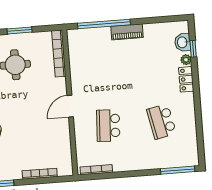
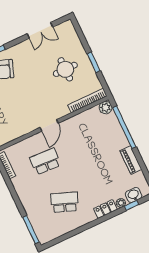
piano: (127, 32) -> (131, 160), moved
plant: (74, 36) -> (106, 108), added
door: (70, 106) -> (49, 125), swing flipped
school desk: (161, 121) -> (65, 202), turned 33

